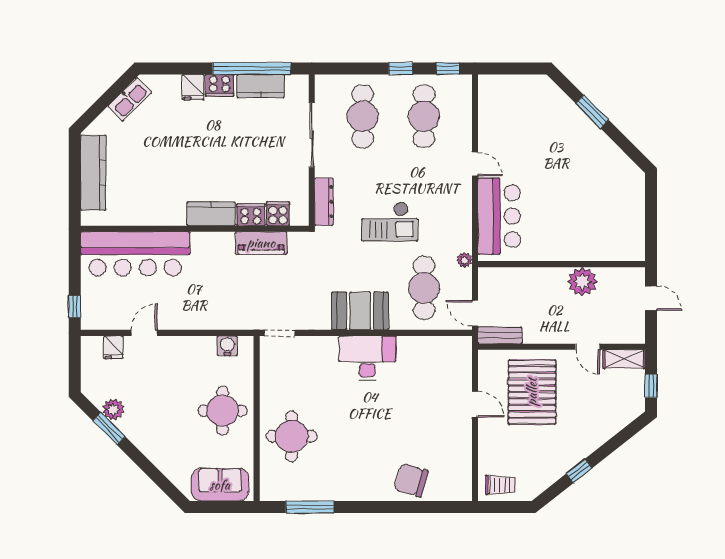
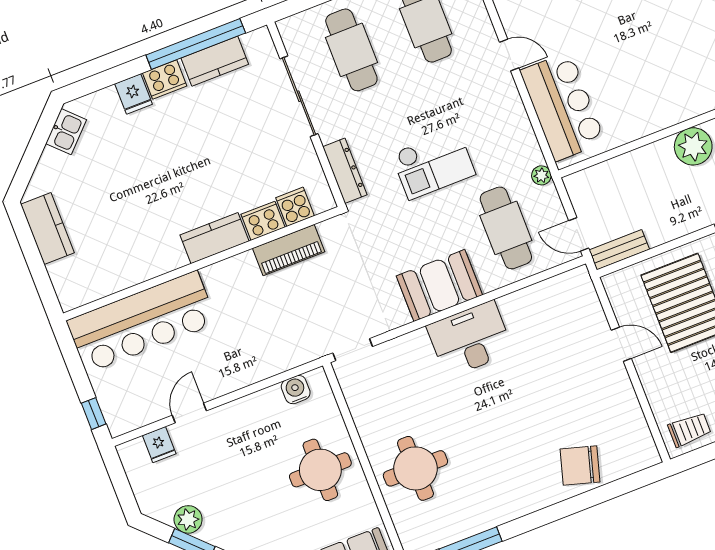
kitchen sink: (130, 99) -> (66, 132), width x0.73
kitchen counter: (93, 173) -> (47, 228), width x0.67

